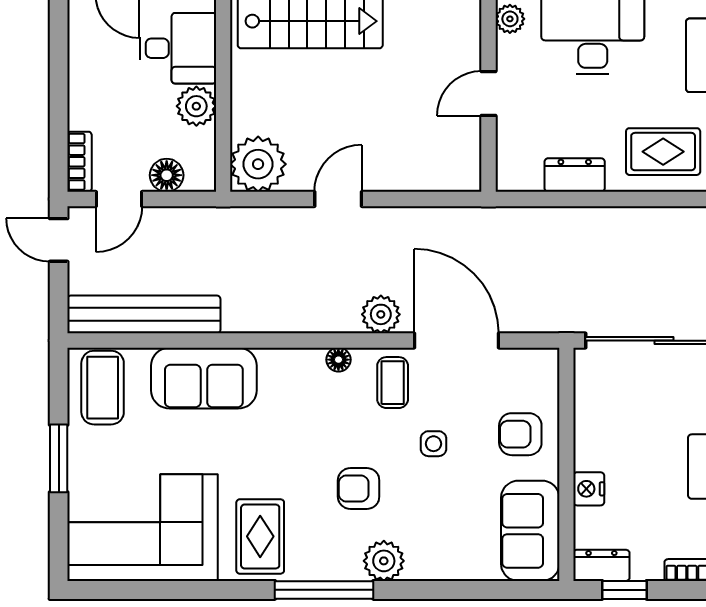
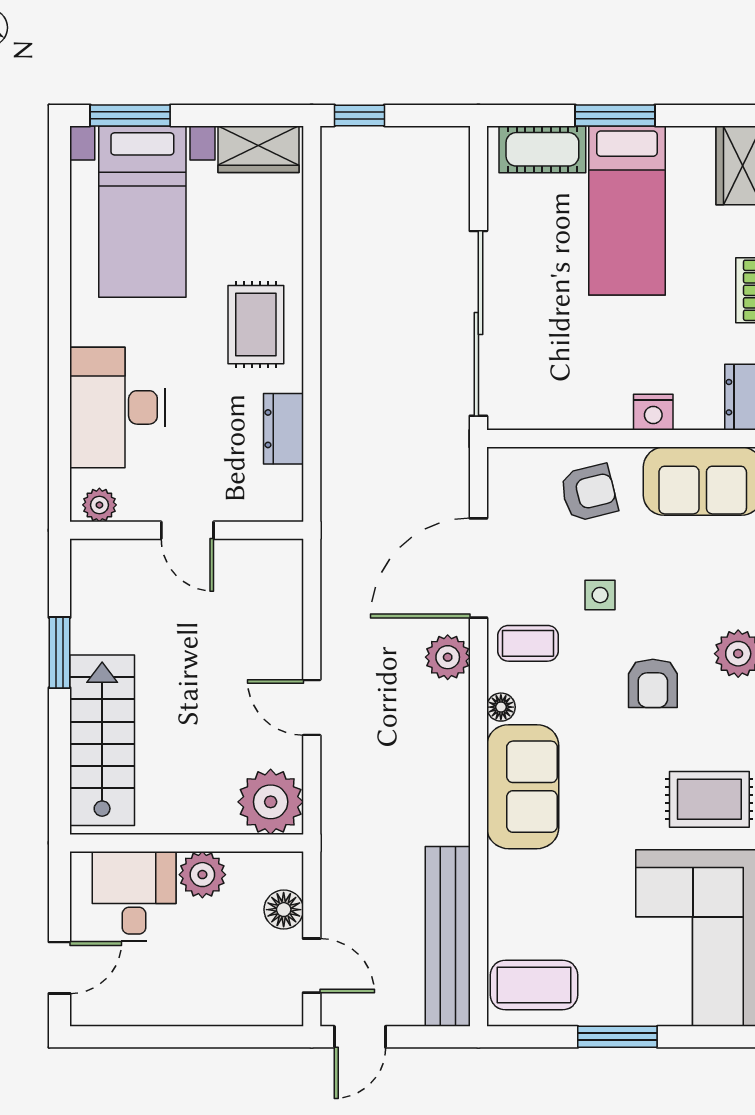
bookcase: (80, 162) -> (268, 1012), removed
sofa: (204, 378) -> (523, 787), moved
armchair: (520, 434) -> (589, 493), turned -104

